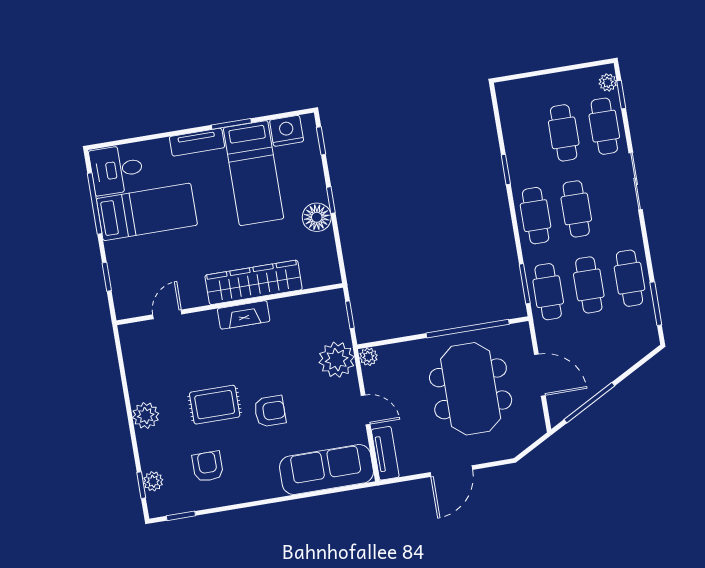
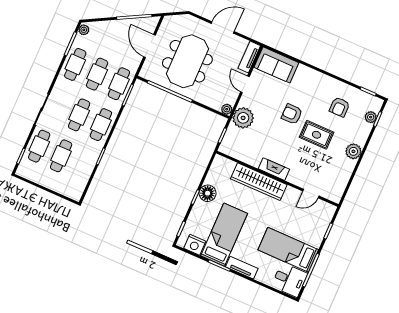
plant: (608, 82) -> (84, 30), moved
sofa: (326, 470) -> (276, 65), width x0.73

